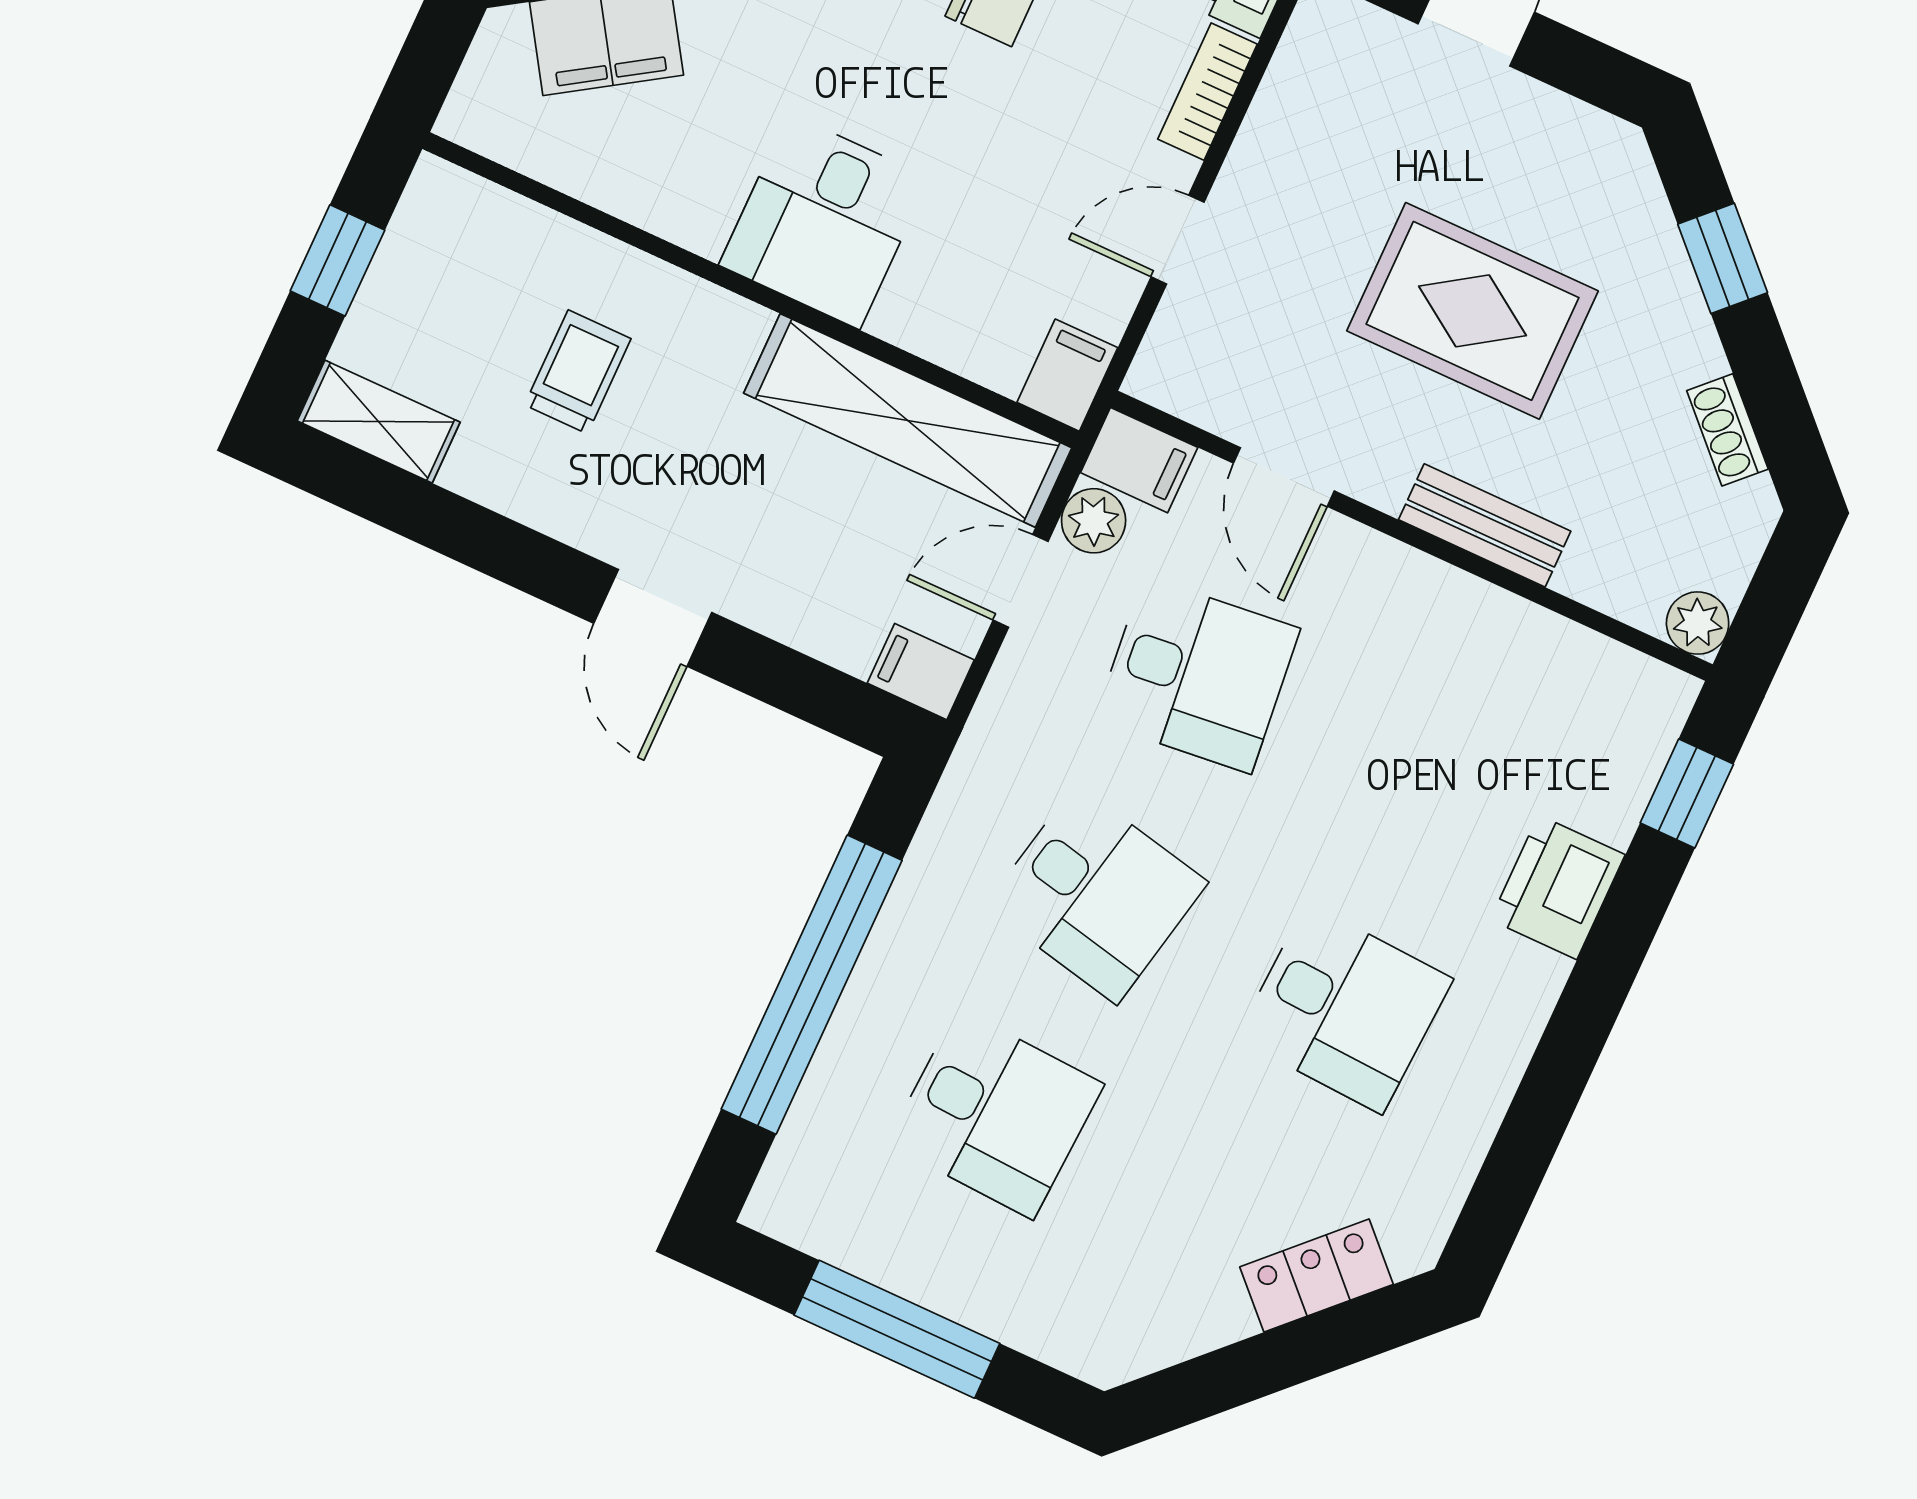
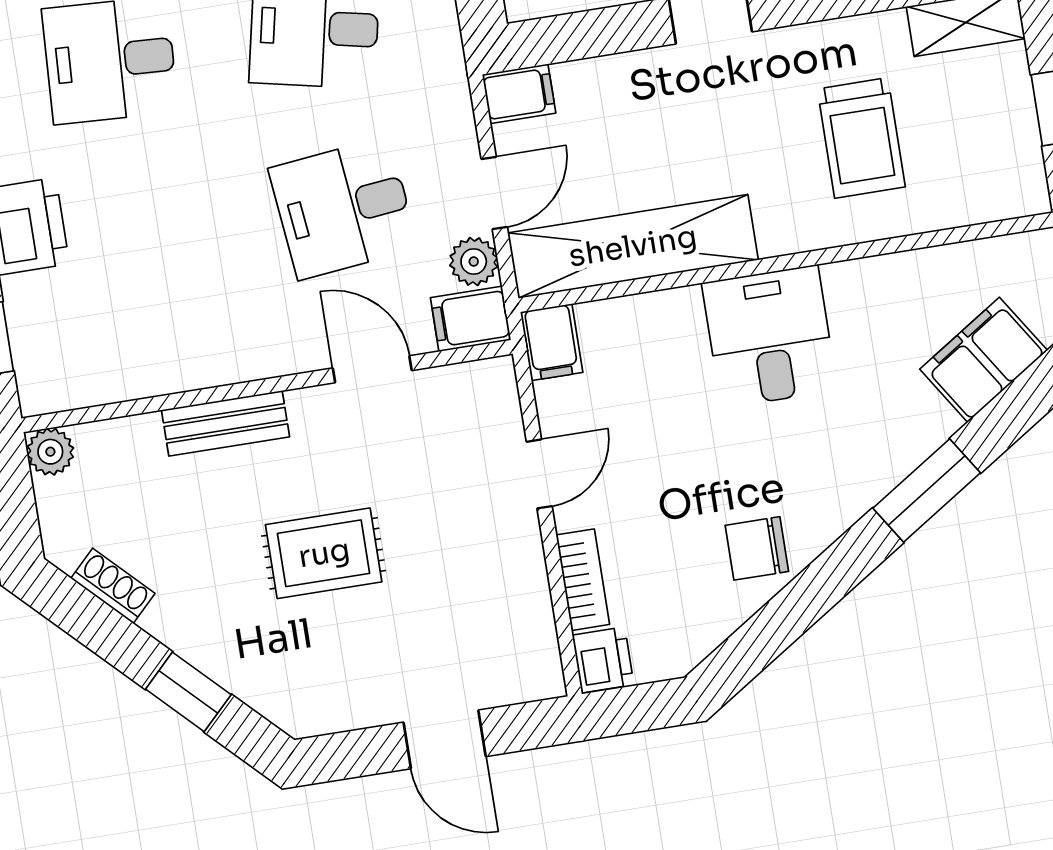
rug: (1472, 311) -> (324, 553), width x0.73, depth x0.70
trolley: (578, 372) -> (861, 138), width x1.36, depth x1.39

